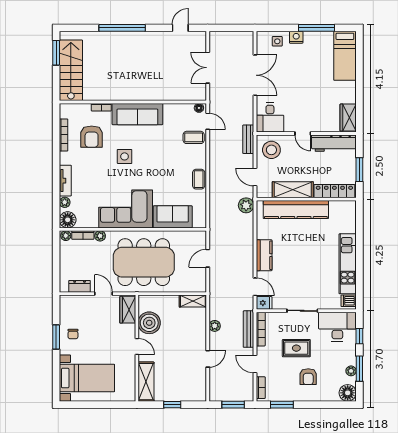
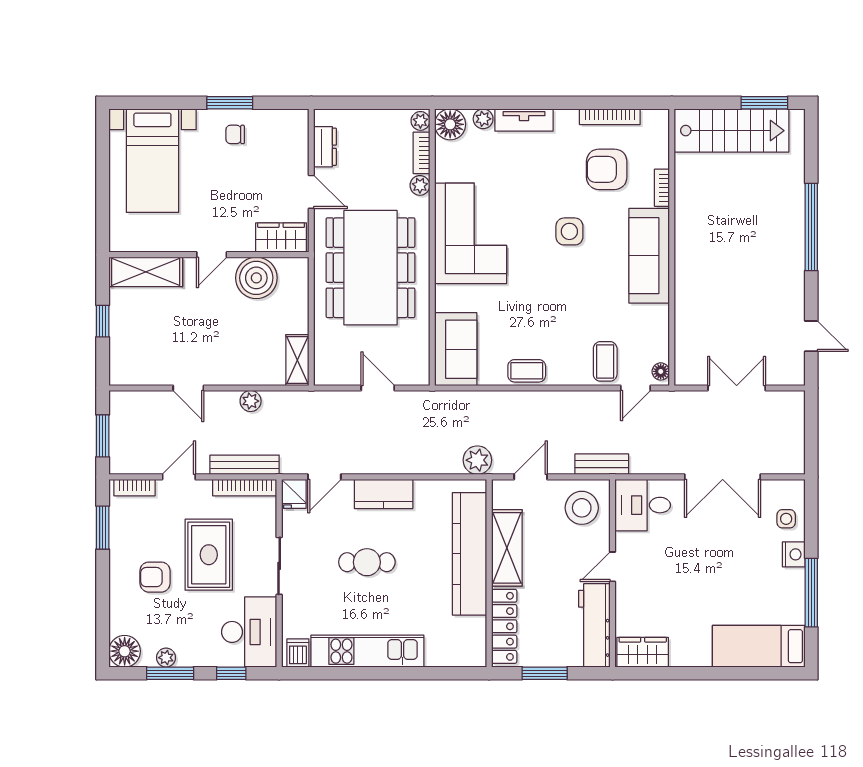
sofa: (173, 217) -> (456, 349), moved
cafe table: (300, 264) -> (367, 562), added
door: (104, 294) -> (311, 192), hinge flipped
rug: (296, 348) -> (209, 555), width x1.36, depth x1.43

